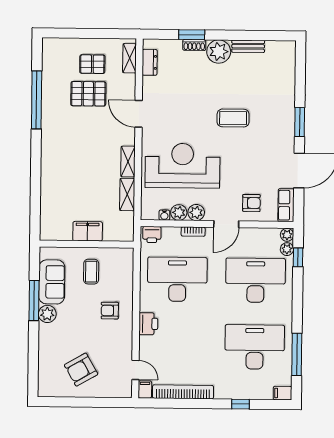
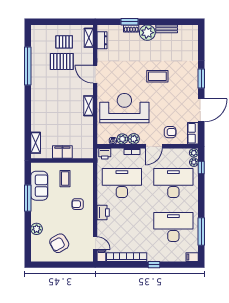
shelving: (127, 194) -> (36, 143), moved
plant: (47, 314) -> (37, 229), moved
window: (240, 404) -> (154, 265), moved

